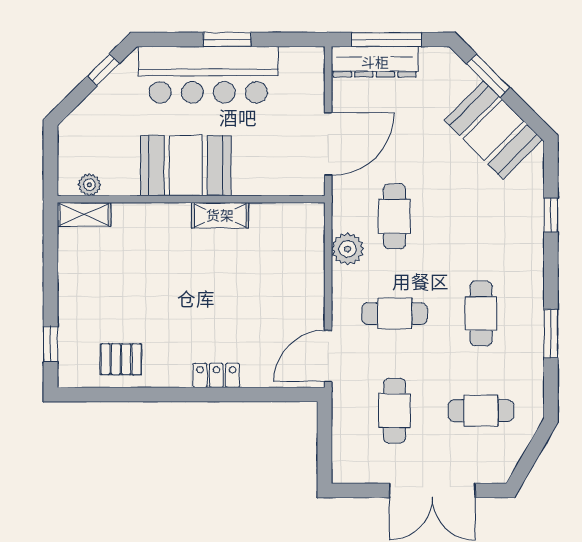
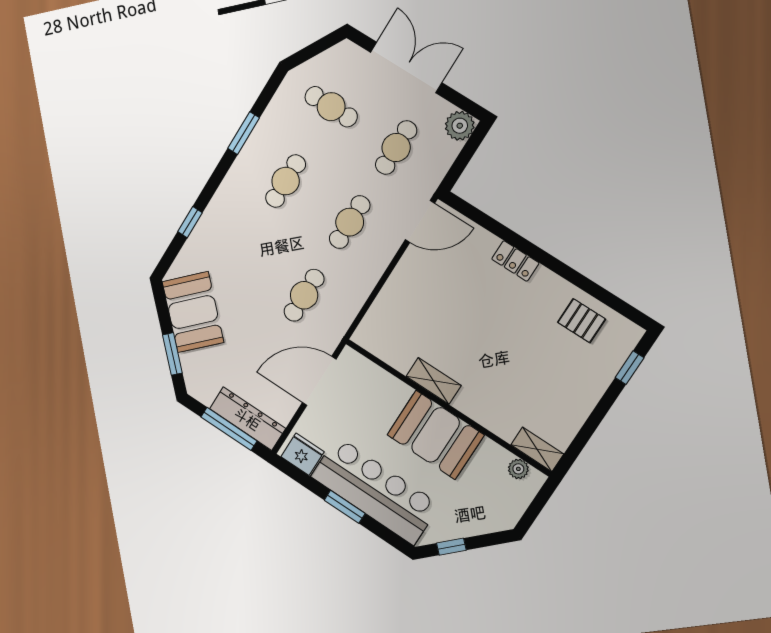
fridge: (300, 63) -> (302, 454), added
plant: (348, 249) -> (460, 126), moved
cafe table: (394, 314) -> (350, 222), turned 90

